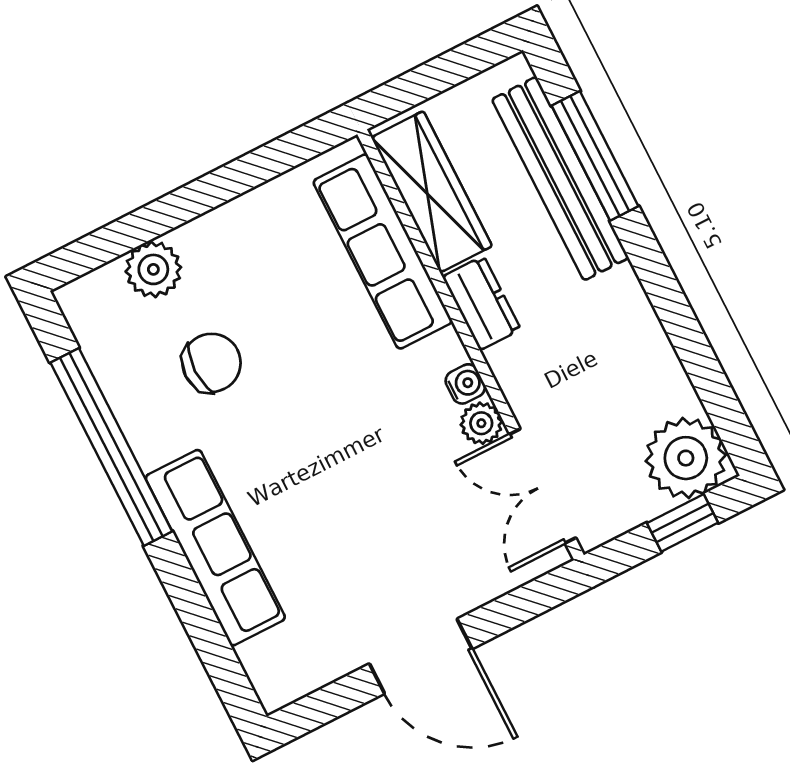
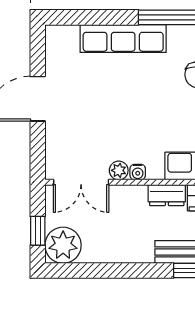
double door: (543, 486) -> (81, 182), swing flipped

